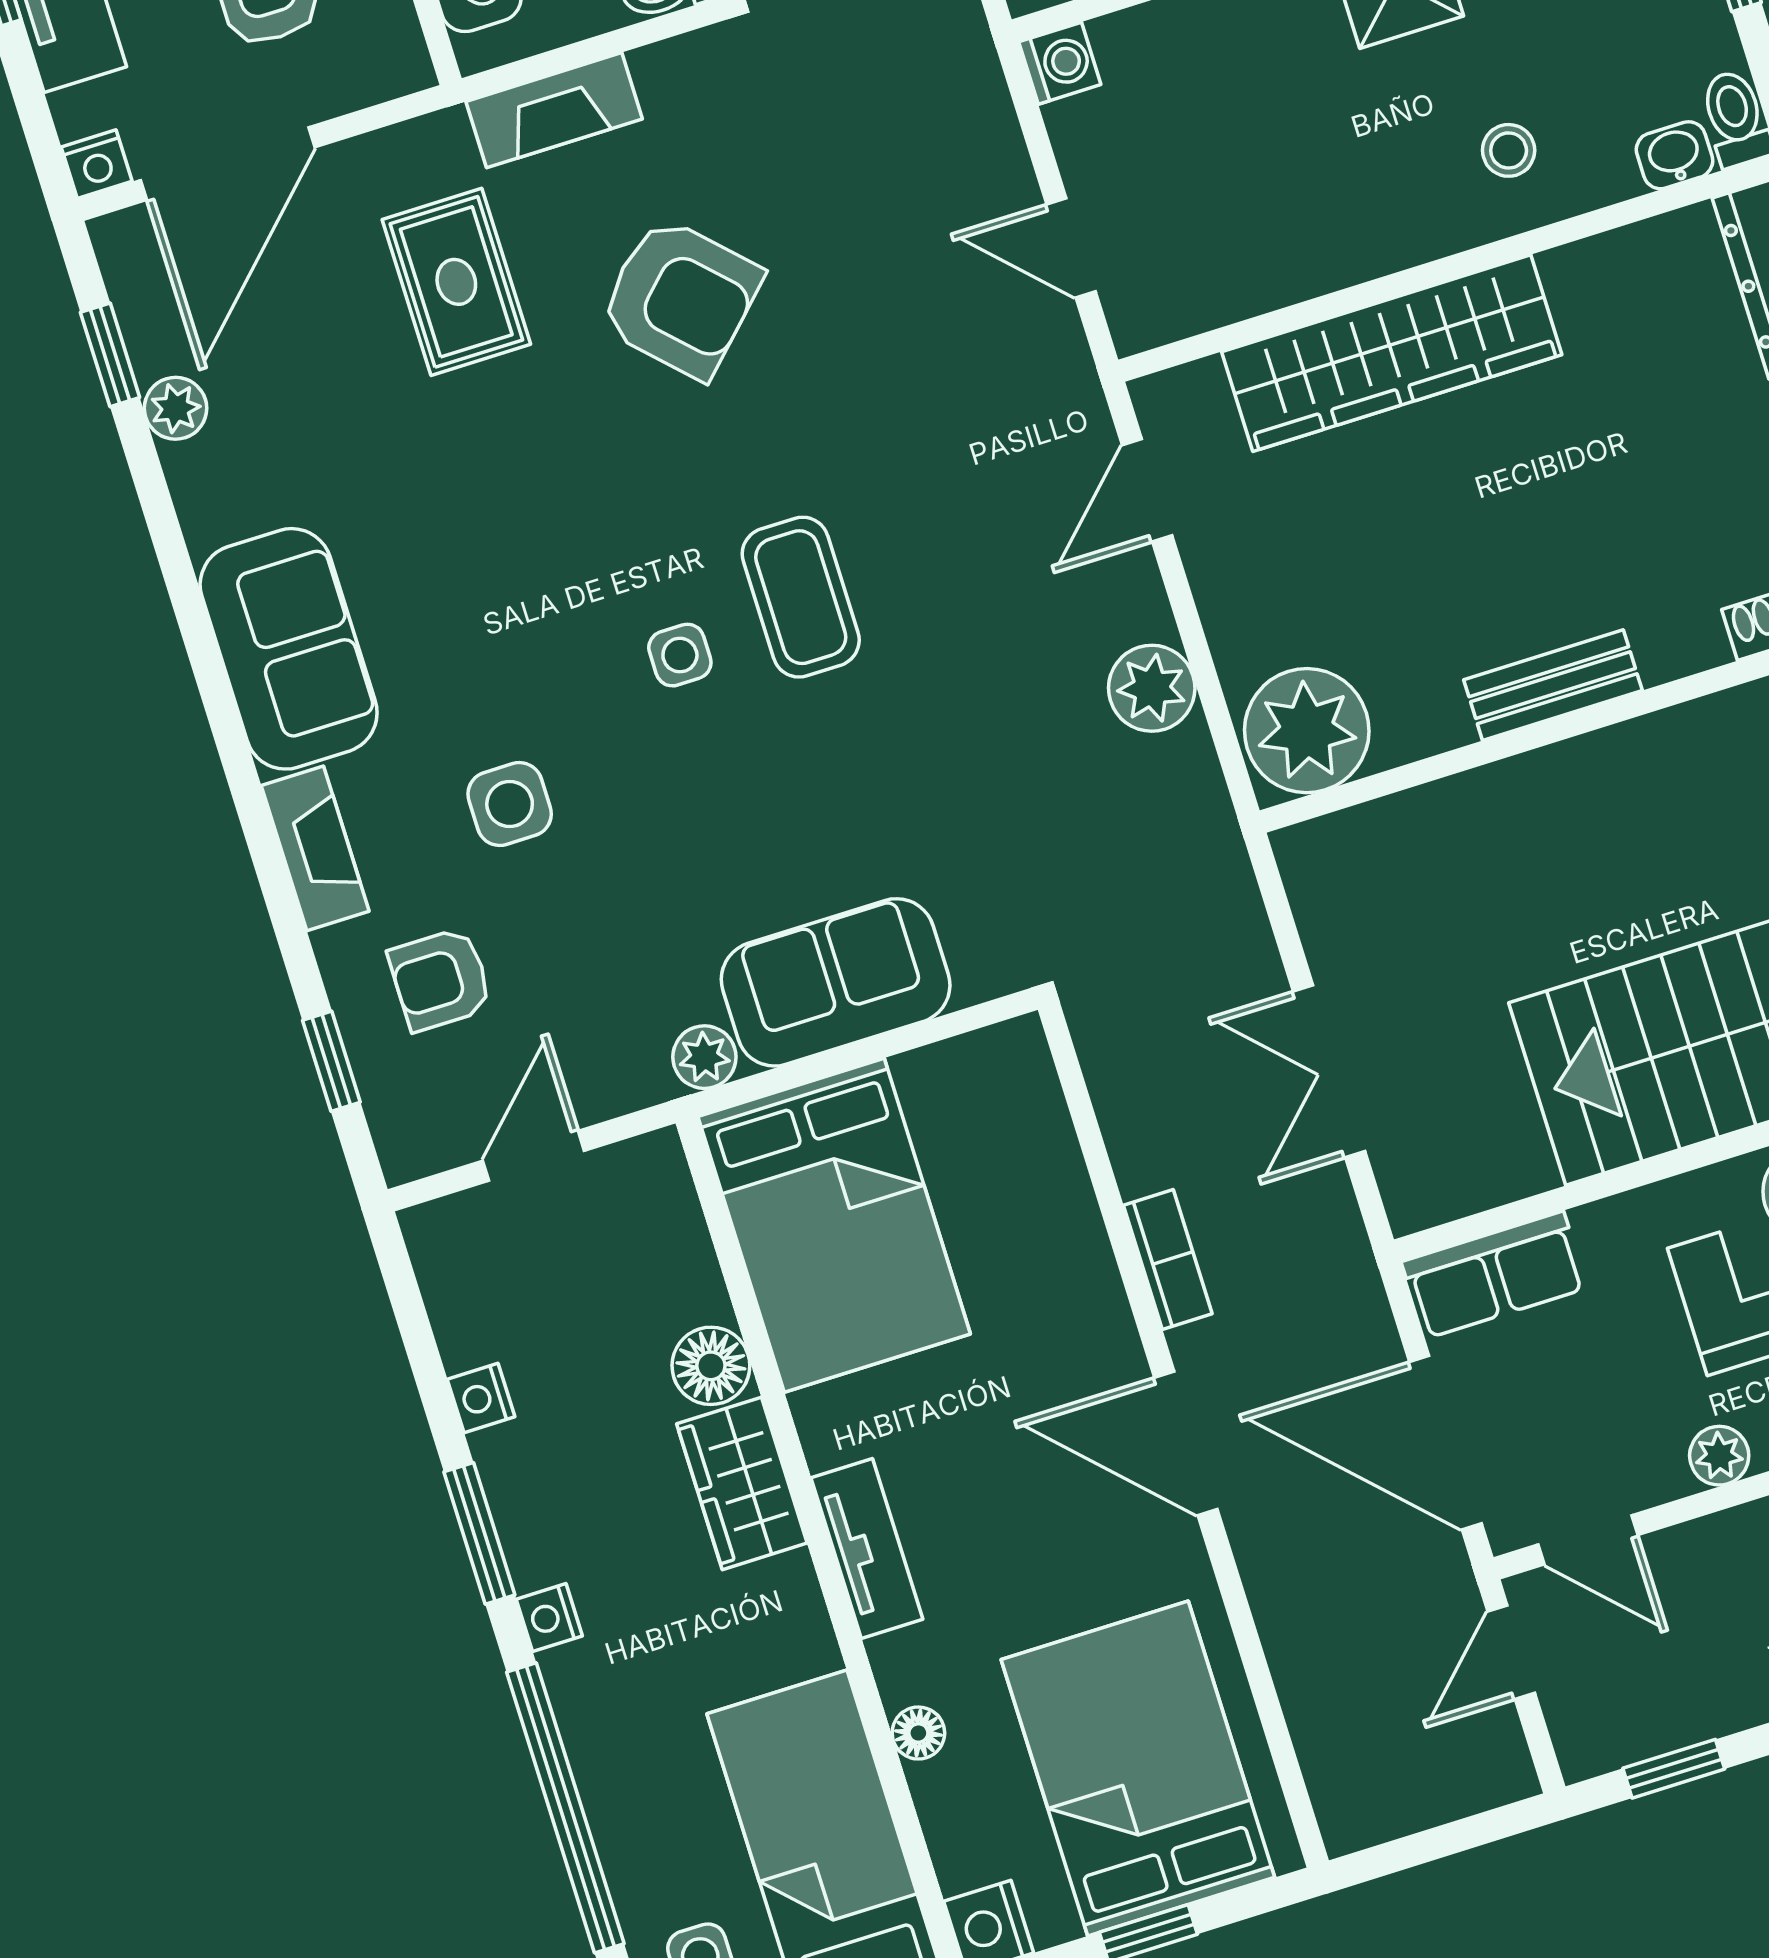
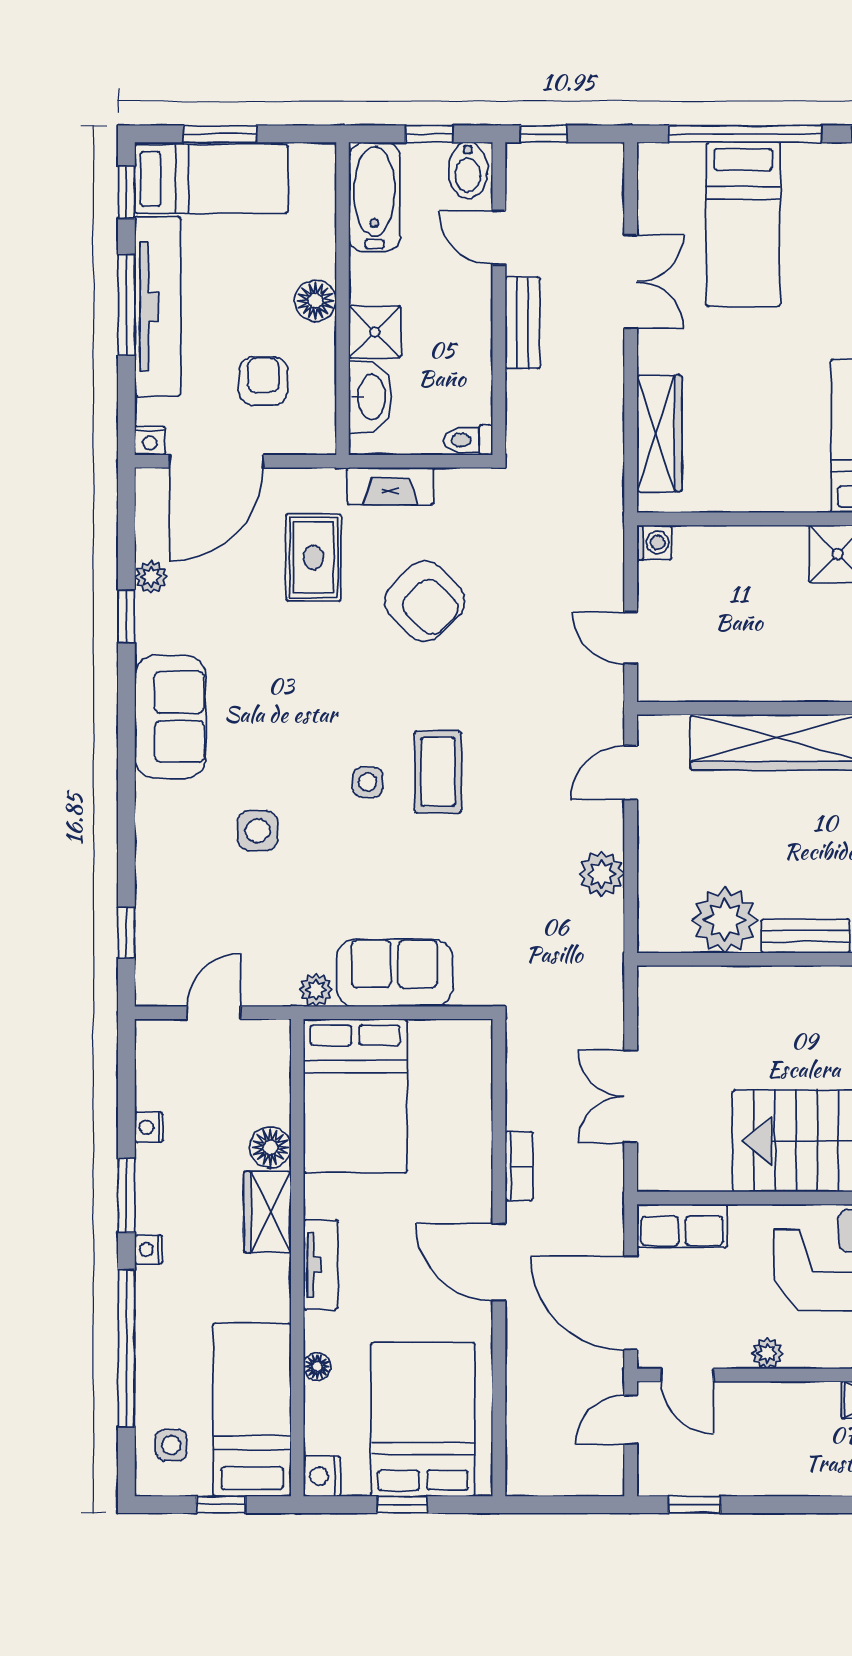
window: (110, 355) -> (126, 616), moved
plant: (1307, 731) -> (725, 920), moved
fireplace: (315, 848) -> (152, 822), removed
armchair: (440, 979) -> (195, 909), removed

